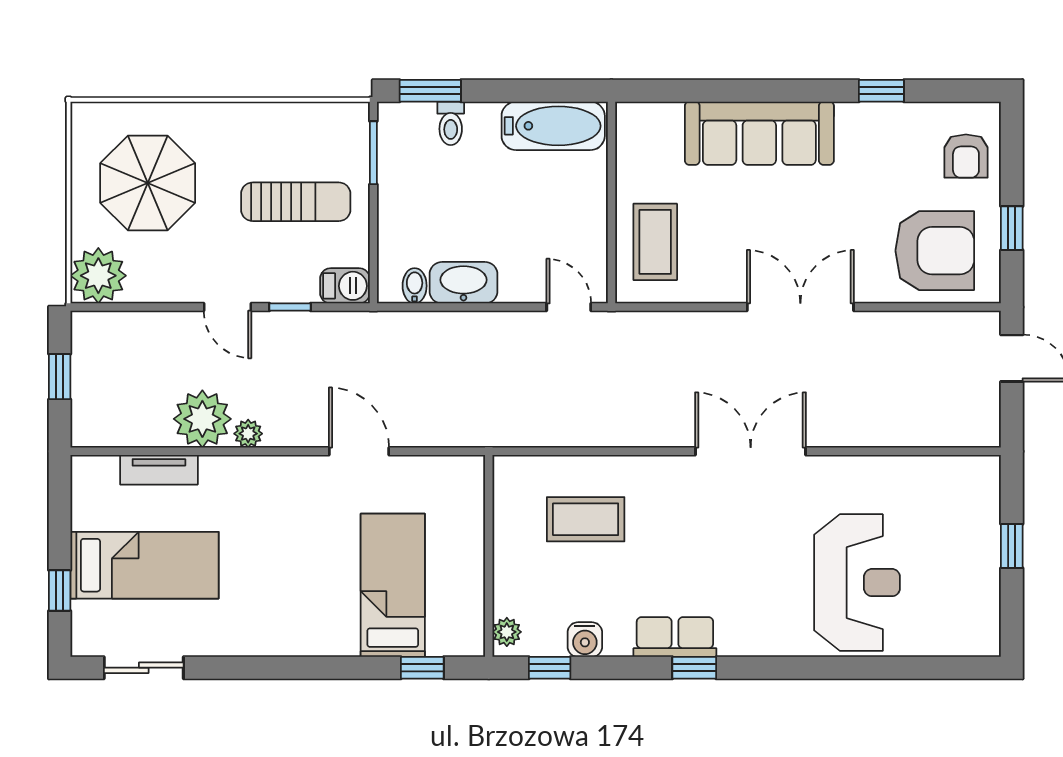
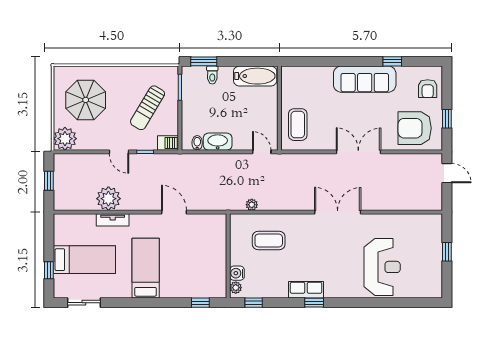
sofa: (759, 133) -> (365, 79), moved
sun lounger: (296, 202) -> (148, 108), turned 121
armchair: (935, 251) -> (415, 128), turned 180
plant: (248, 434) -> (252, 205), moved
tv unit: (159, 470) -> (113, 220), moved
bed: (393, 585) -> (146, 268), moved
water cooler: (585, 640) -> (237, 273), moved, turned 90

